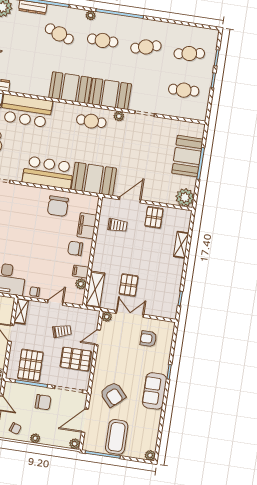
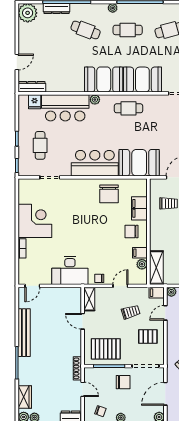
plant: (119, 116) -> (95, 100), moved
filing cabinet: (92, 315) -> (157, 293), added
pallet: (76, 359) -> (148, 336), width x0.67, depth x0.71
pallet: (30, 365) -> (106, 349), turned 90

